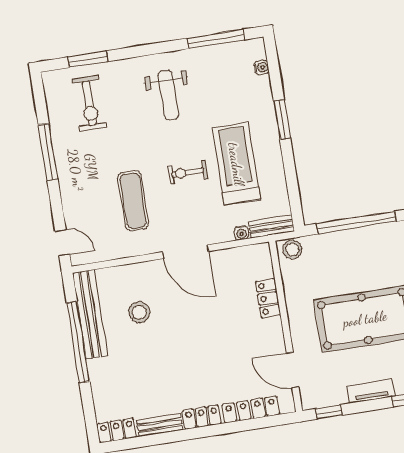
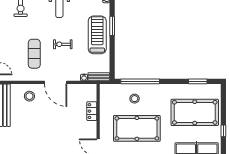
treadmill: (236, 164) -> (97, 35), moved
stool: (292, 250) -> (135, 99), moved
stool: (139, 312) -> (29, 96), moved

